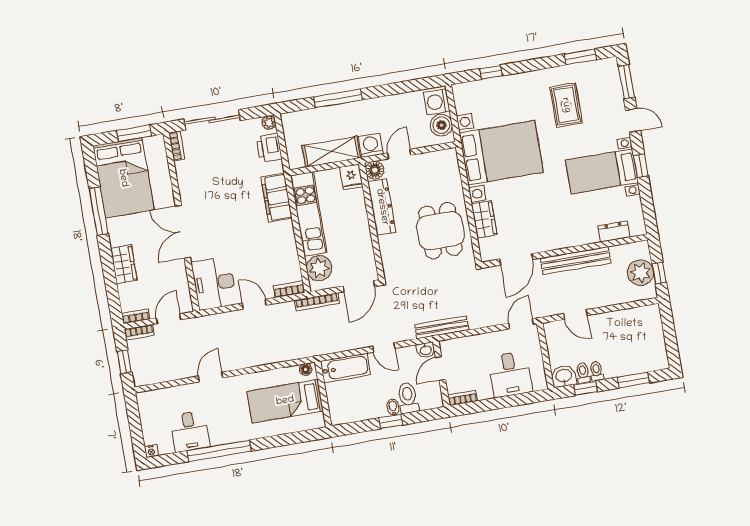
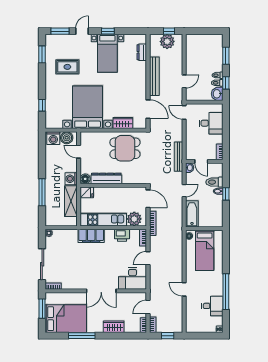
printer: (269, 148) -> (122, 235), moved
door: (399, 154) -> (79, 152), moved
door: (168, 319) -> (148, 307), hinge flipped

